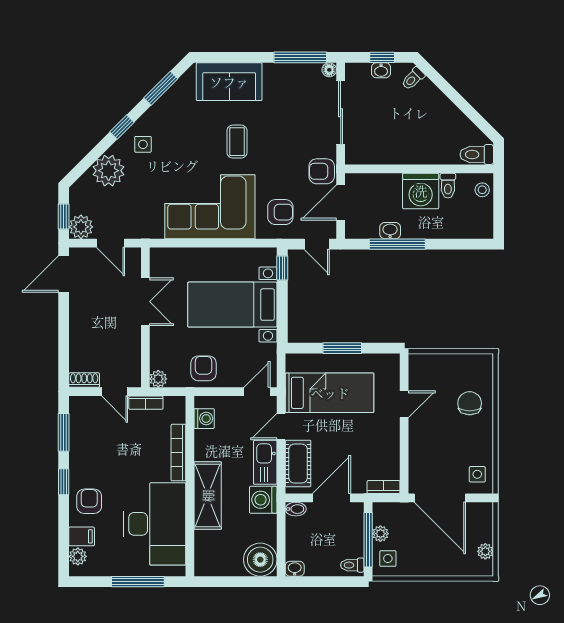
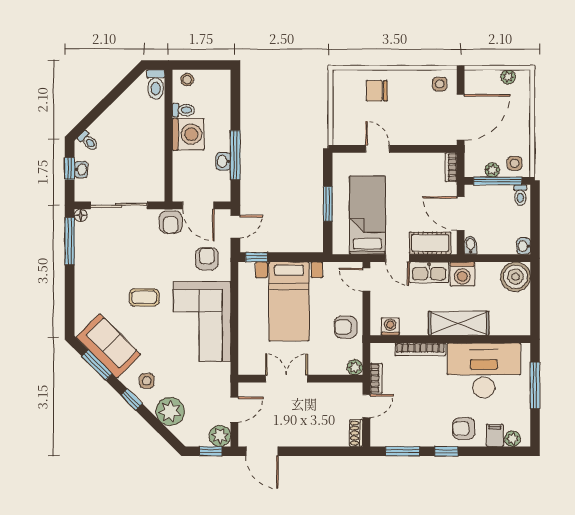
sofa: (229, 82) -> (108, 346), moved, turned -45

